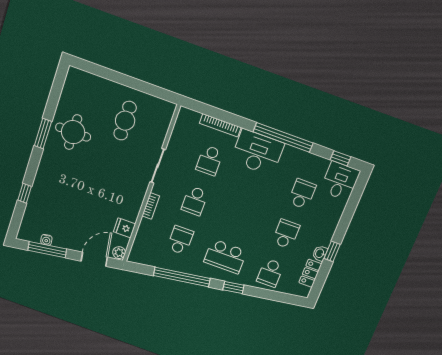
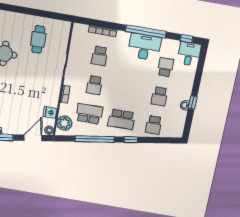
desk: (257, 152) -> (145, 47), moved
school desk: (286, 234) -> (160, 96), turned 180
school desk: (180, 240) -> (89, 114), width x1.85
plant: (142, 247) -> (64, 123), added
locker: (310, 273) -> (181, 120), removed

